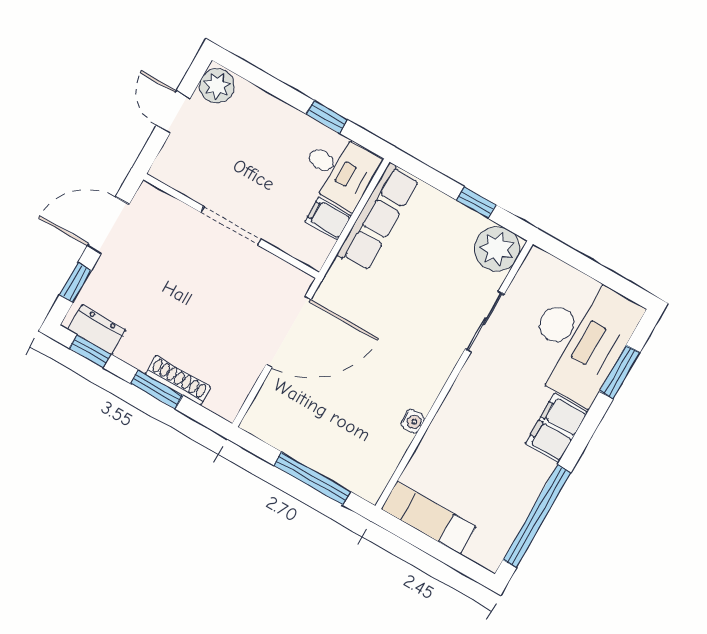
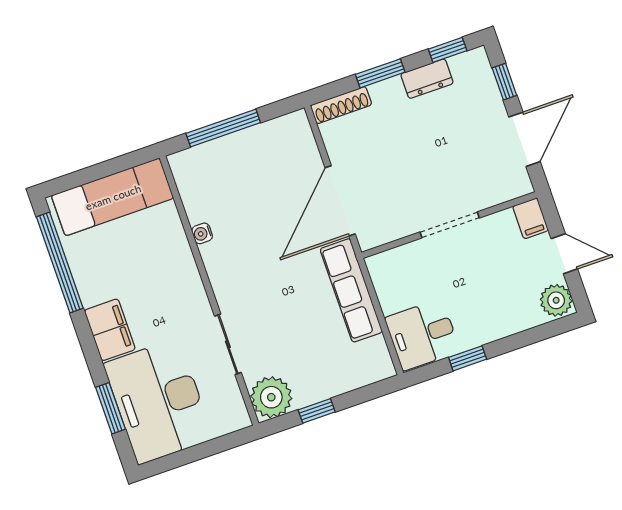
row of seats: (378, 217) -> (351, 290), moved
filing cabinet: (328, 219) -> (531, 218), moved, turned 90
dresser: (97, 330) -> (427, 79), moved
shoe rack: (178, 380) -> (341, 105), moved
exam couch: (428, 518) -> (113, 197), width x1.36, depth x1.45

